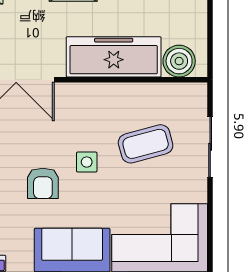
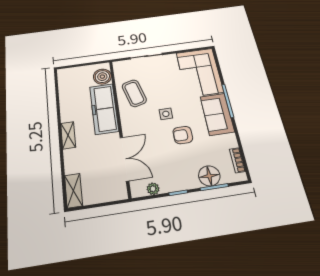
coffee table: (146, 144) -> (134, 93), moved
armchair: (43, 183) -> (183, 135), turned 180

